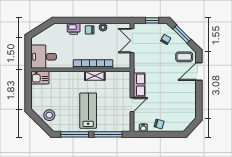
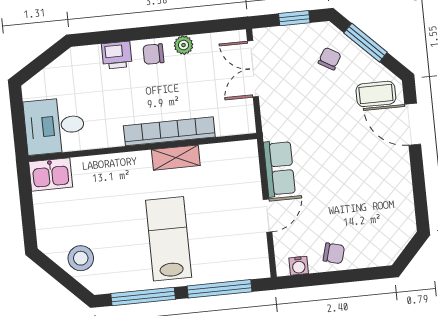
door: (199, 71) -> (413, 124), hinge flipped

